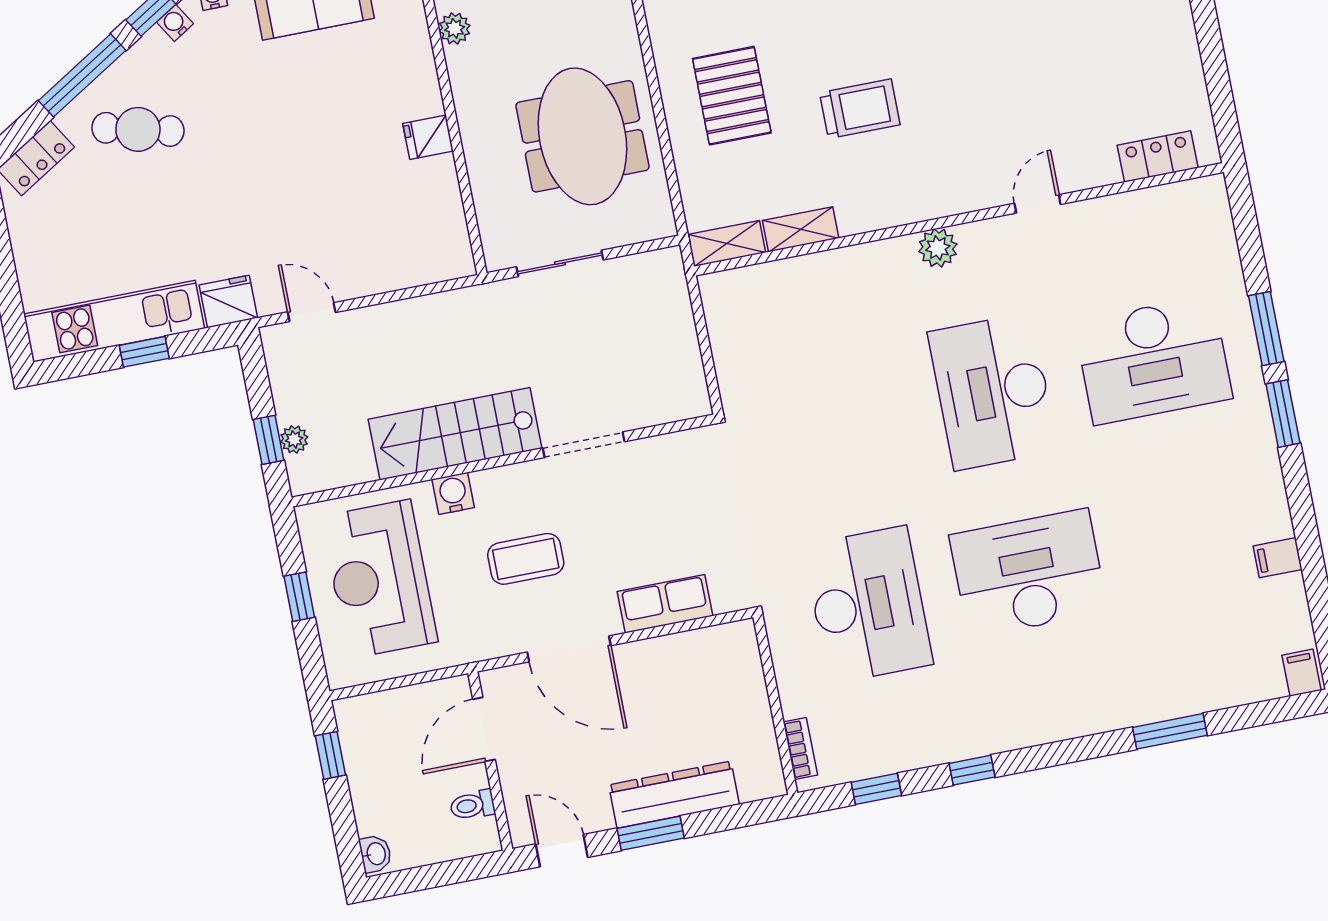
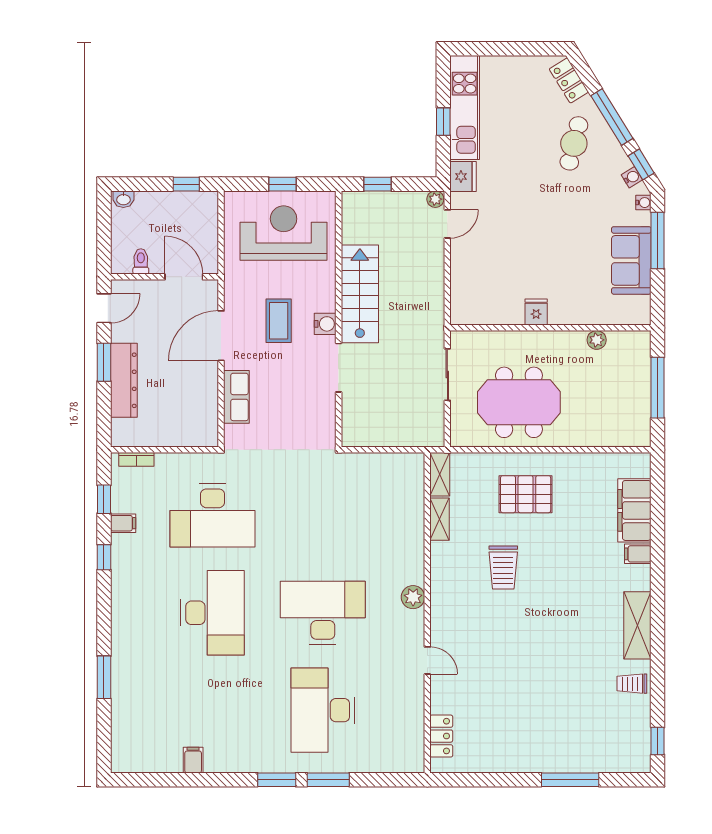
plant: (294, 439) -> (435, 199), moved
water cooler: (453, 493) -> (325, 324), moved
filing cabinet: (1301, 673) -> (123, 523), moved

